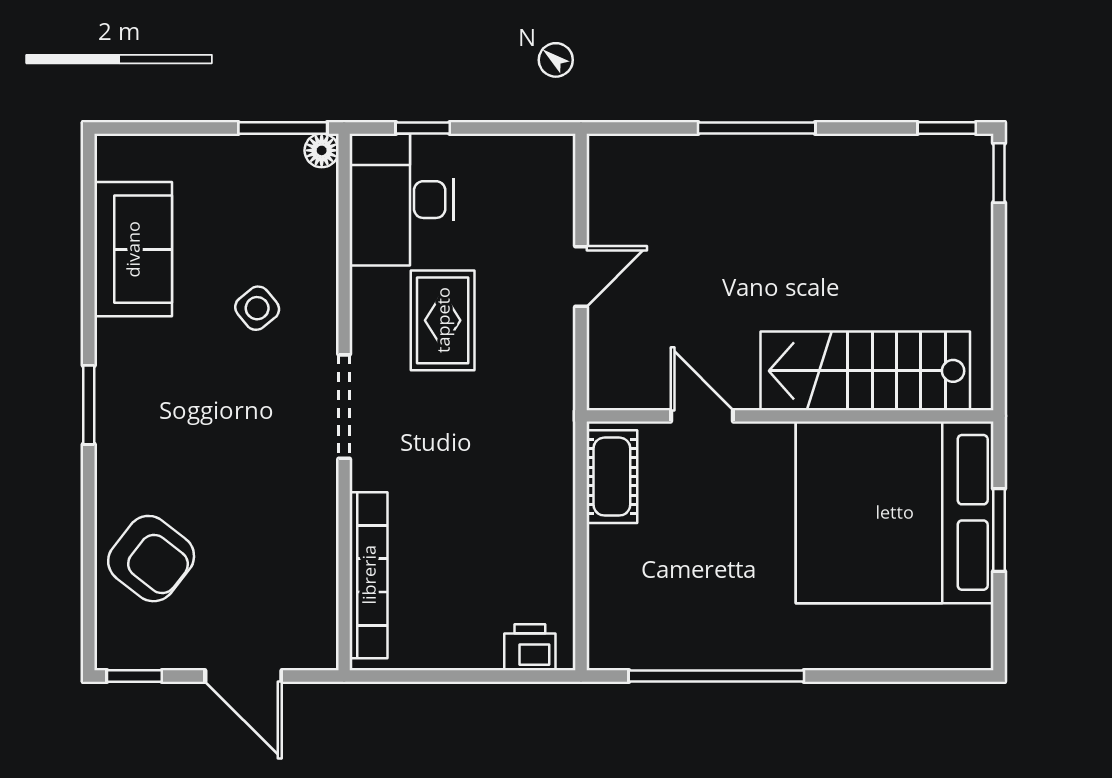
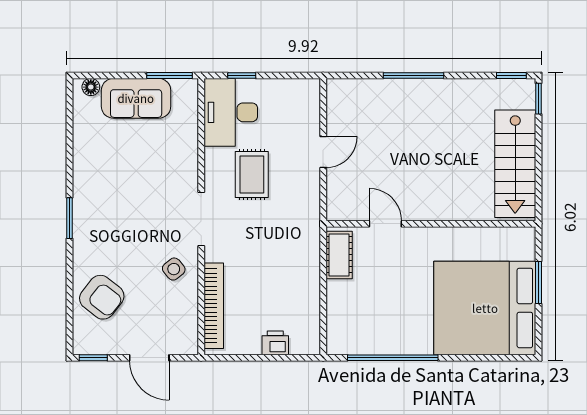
floor lamp: (322, 150) -> (91, 87), moved
sofa: (133, 249) -> (136, 98), moved, turned 90
side table: (257, 308) -> (174, 269), moved
stairs: (865, 371) -> (515, 164), moved, turned -90
bed: (895, 512) -> (485, 308), moved
printer: (530, 647) -> (275, 343), moved

